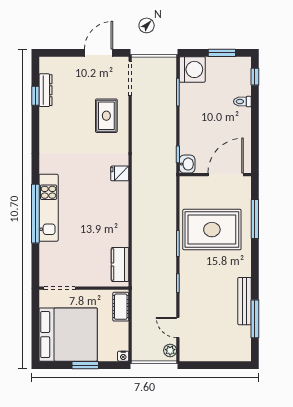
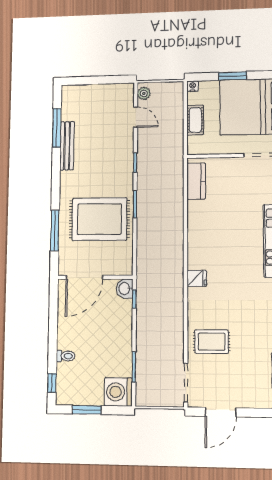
rug: (106, 116) -> (212, 342), turned 90
cot: (121, 307) -> (195, 120), moved

